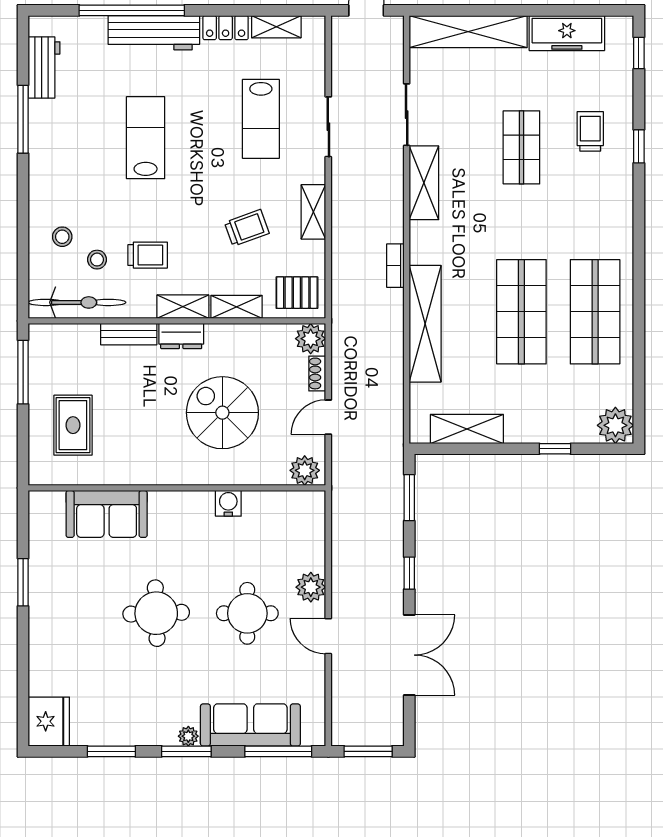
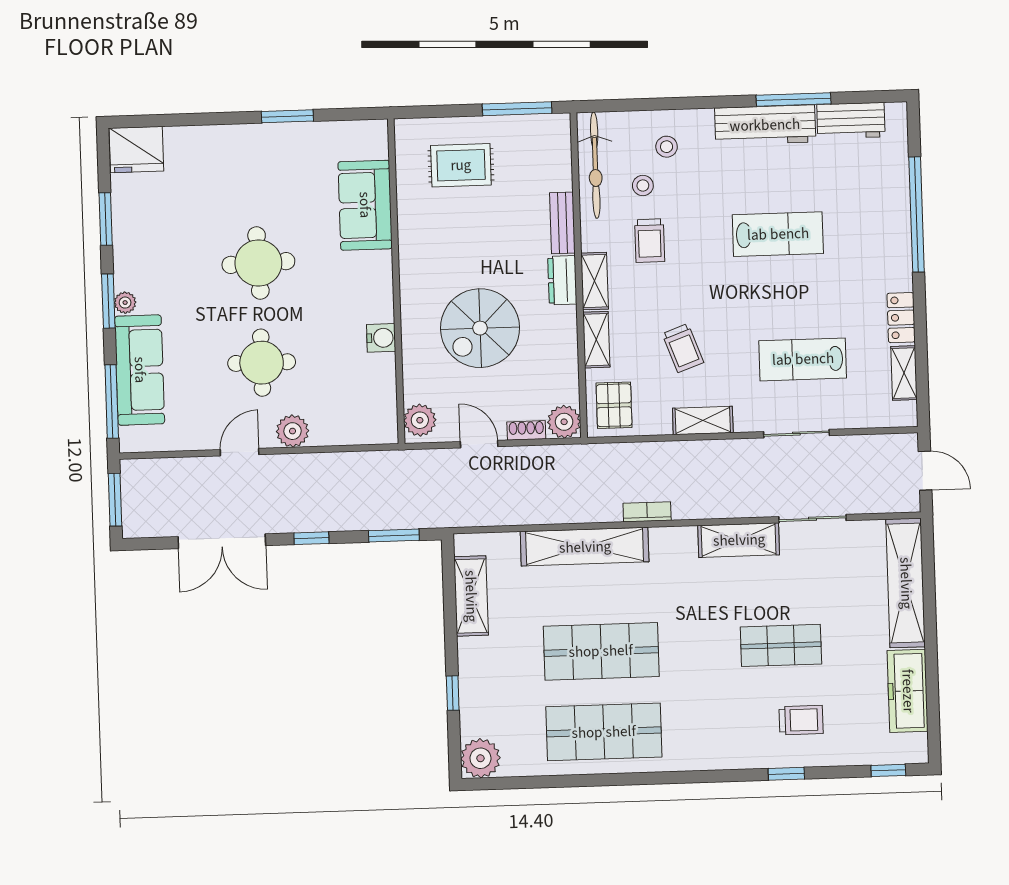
workbench: (154, 33) -> (765, 125), moved, turned -90
spiral stairs: (222, 413) -> (480, 328), turned 180

